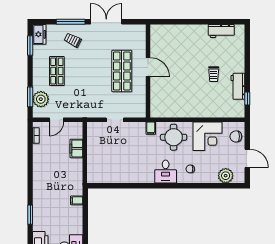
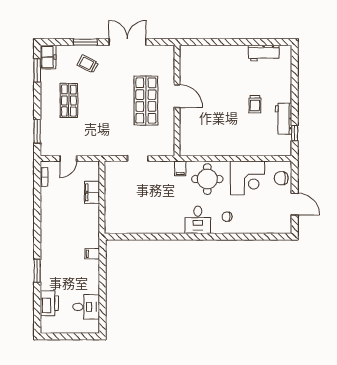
window: (71, 22) -> (85, 42), width x0.69
plant: (41, 99) -> (50, 134), removed
plant: (226, 176) -> (269, 225), removed

